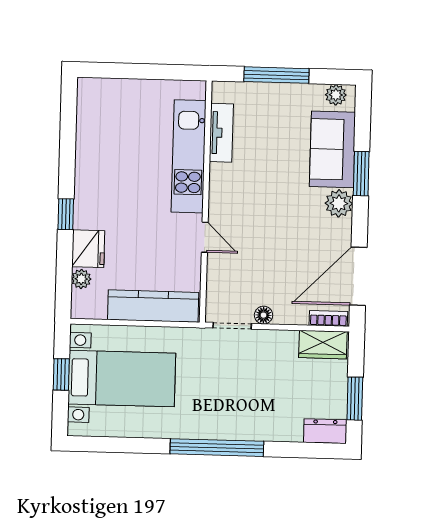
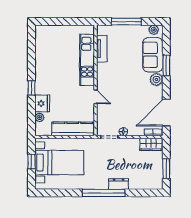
dresser: (325, 431) -> (119, 184), moved

